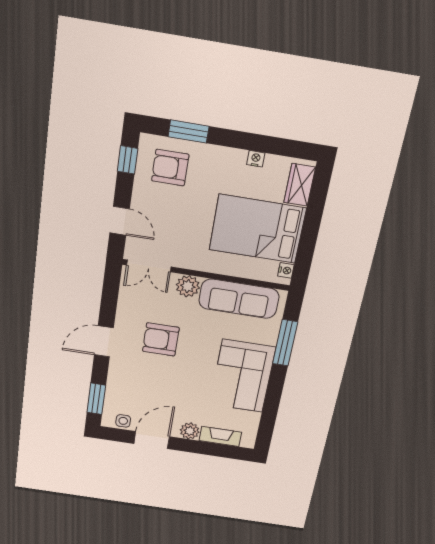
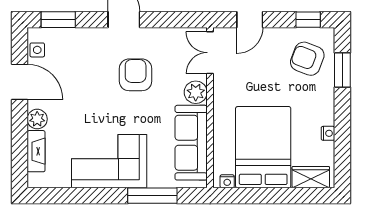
armchair: (170, 168) -> (307, 59), turned -69

